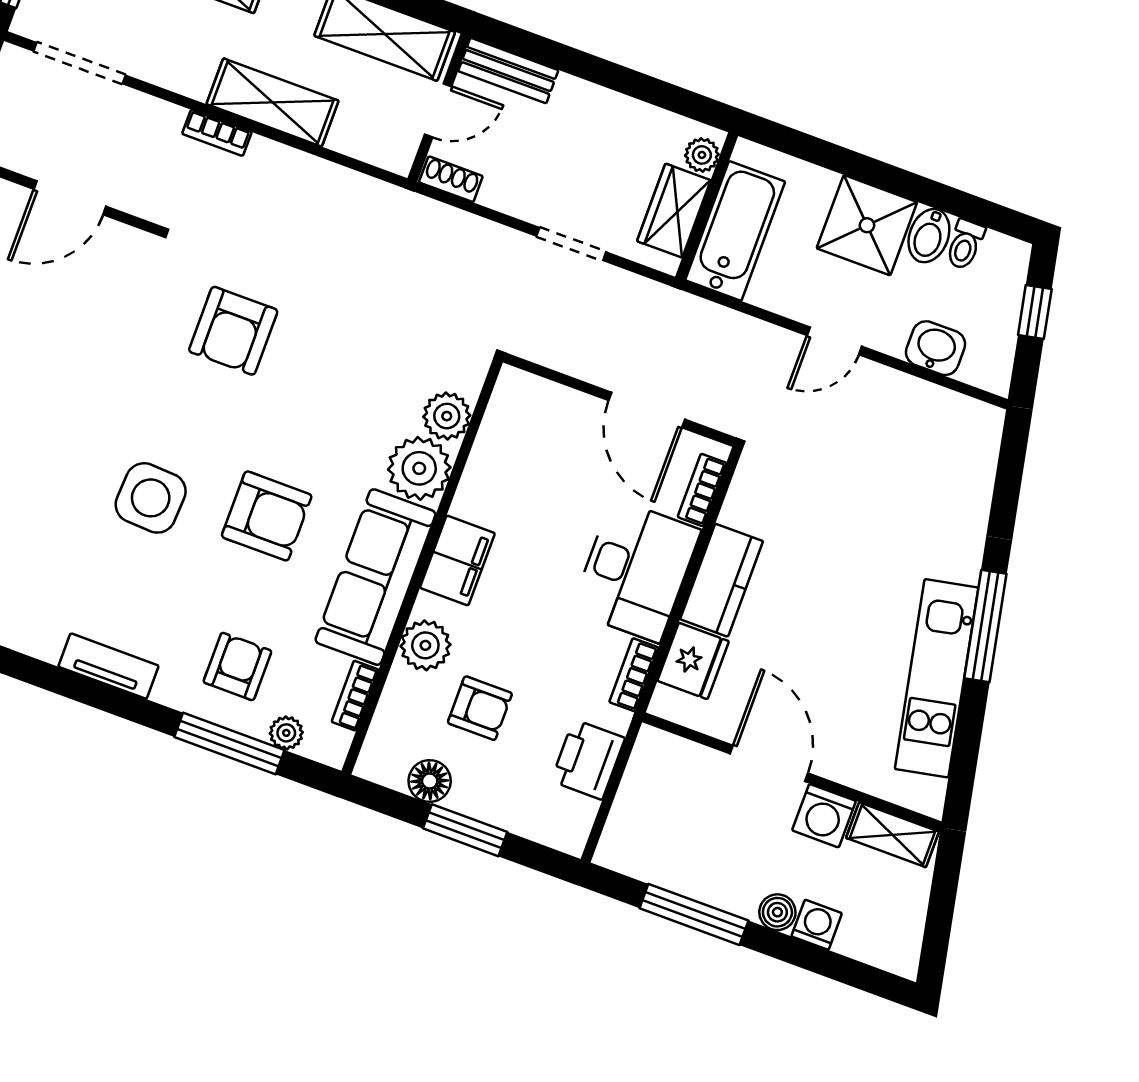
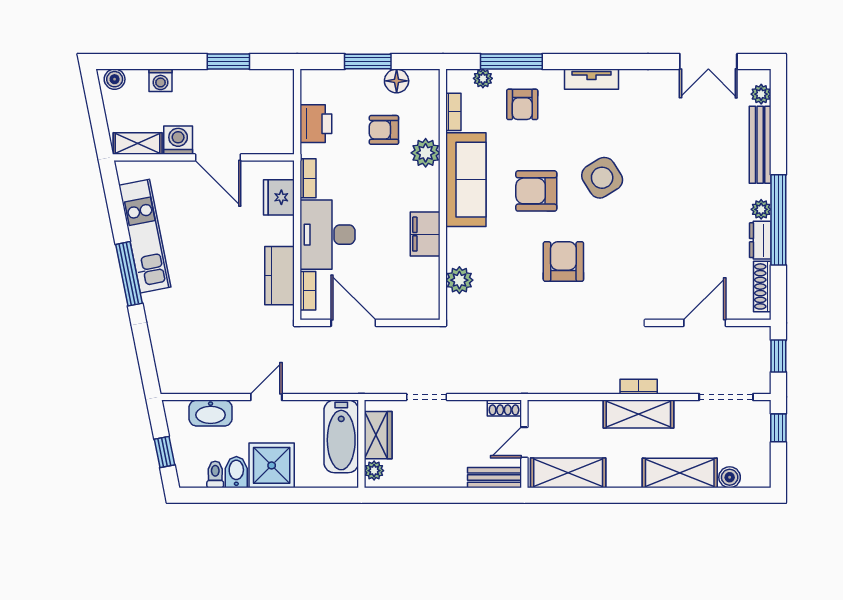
shelving: (273, 102) -> (638, 414), moved
armchair: (233, 331) -> (563, 261), moved
washbasin: (936, 348) -> (211, 413), width x1.38
plant: (419, 468) -> (464, 247), removed
side table: (151, 498) -> (602, 178), turned -35
filing cabinet: (457, 560) -> (425, 234), moved
kitchen counter: (722, 580) -> (280, 276), moved
boiler: (777, 912) -> (115, 79), moved
window: (694, 914) -> (228, 62), width x0.69

